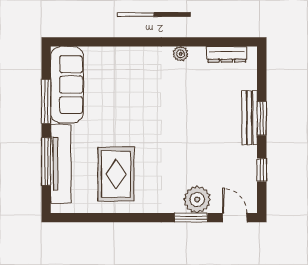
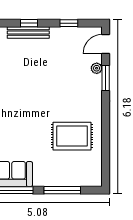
window: (262, 118) -> (29, 23), width x0.67
tv unit: (61, 164) -> (64, 179), removed
plant: (197, 199) -> (97, 68), width x0.53, depth x0.53

